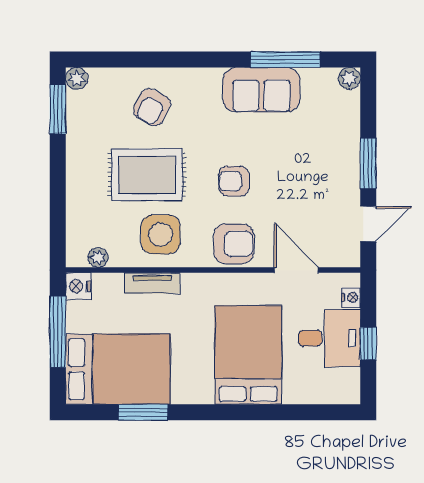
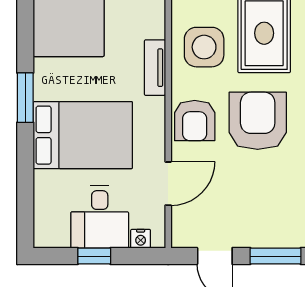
armchair: (234, 181) -> (258, 121), width x1.88, depth x1.88
tv unit: (152, 283) -> (155, 68), moved
window: (143, 412) -> (25, 98), moved

